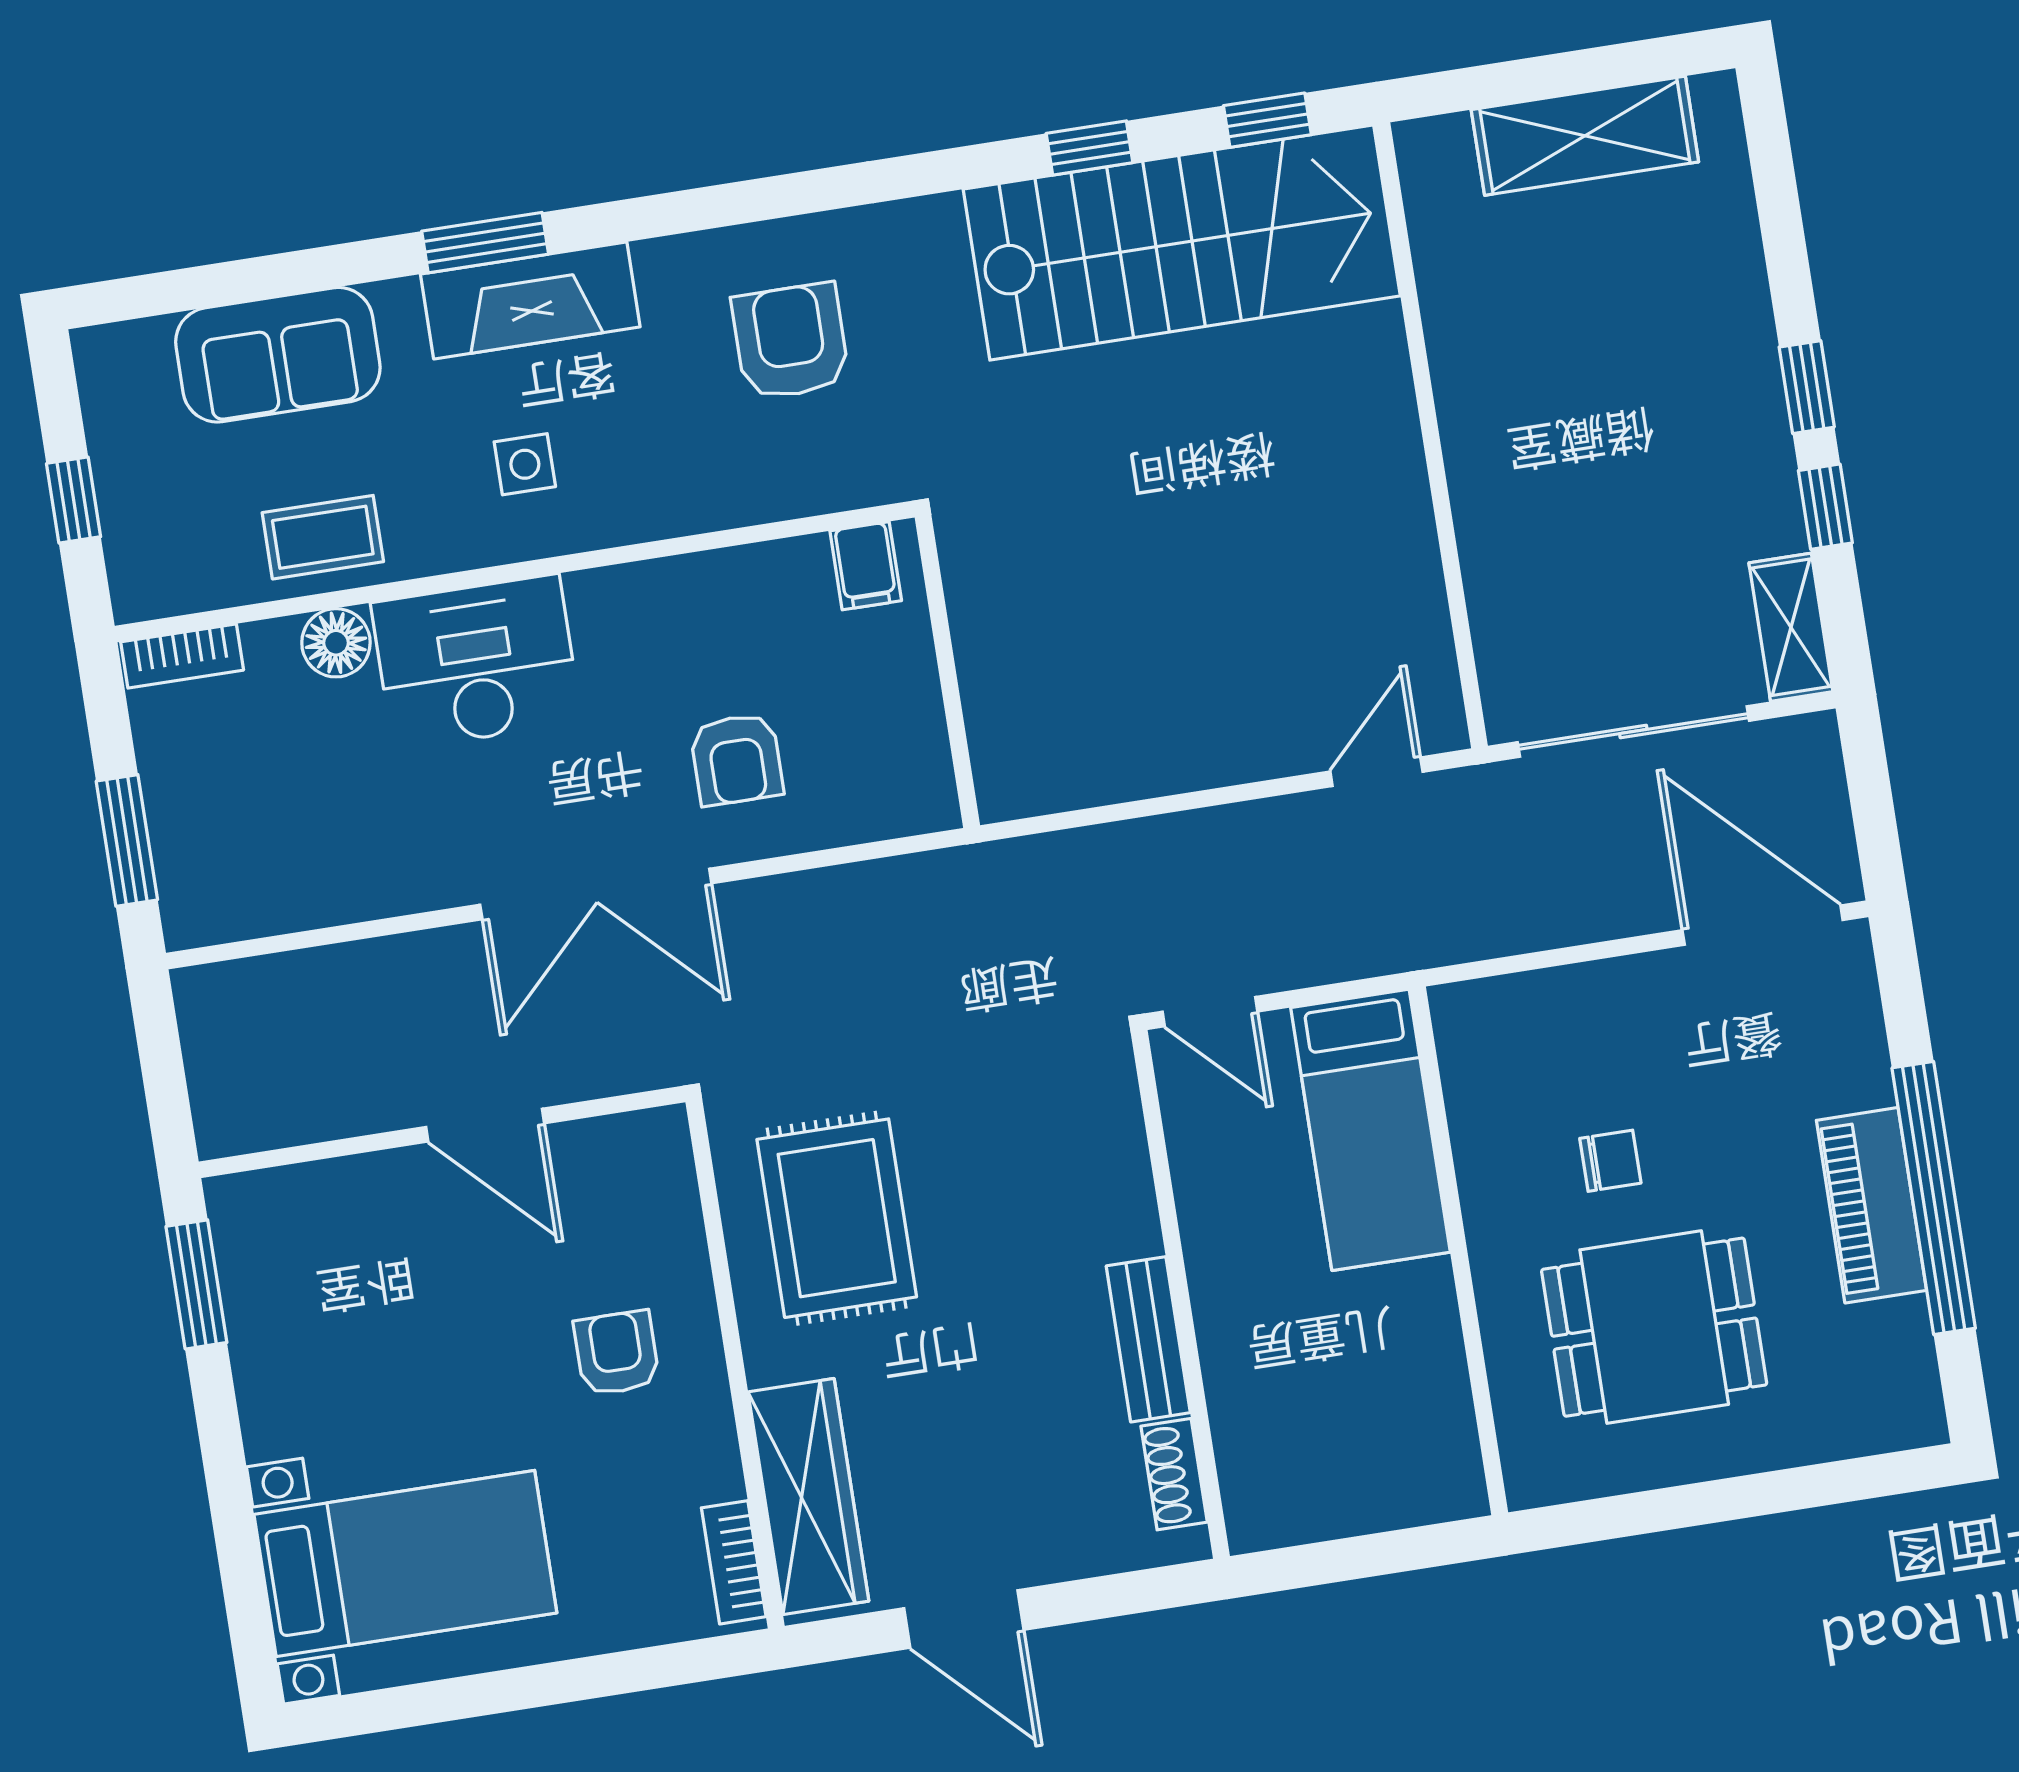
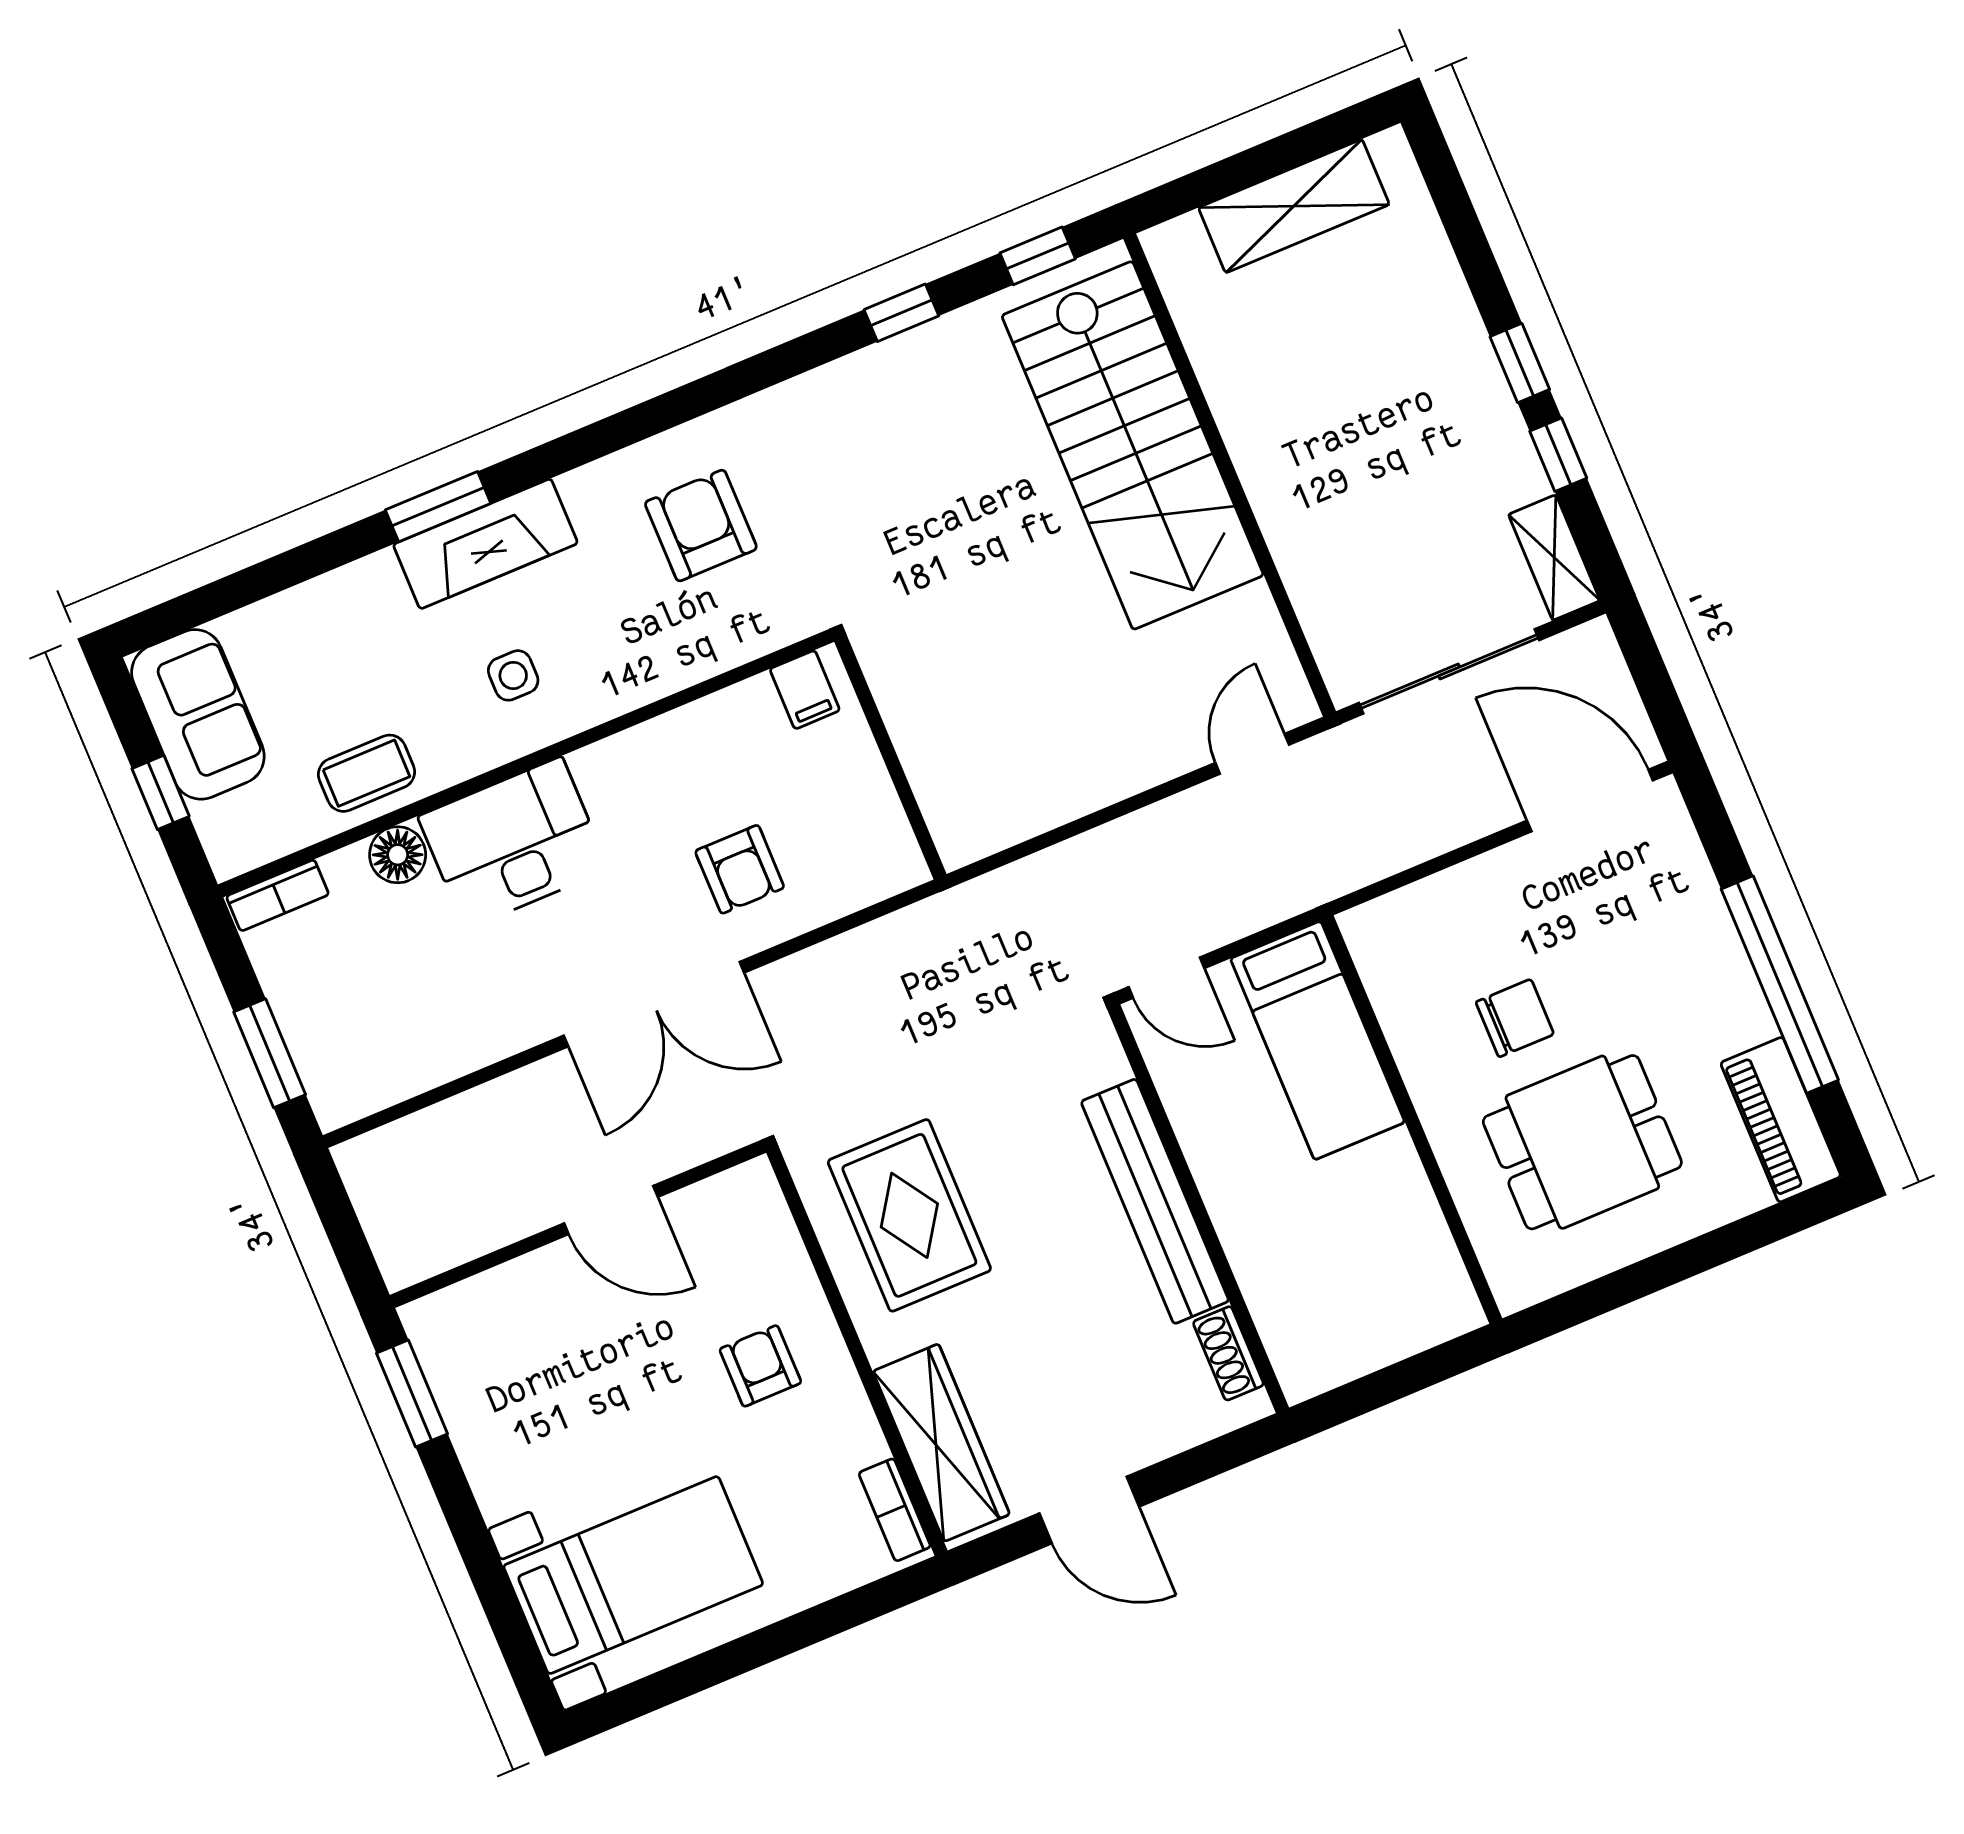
stairs: (1182, 243) -> (1133, 445), moved, turned 90
sofa: (278, 355) -> (198, 714), moved, turned -90
chair: (1610, 1161) -> (1515, 1018), width x1.37, depth x1.37
piano: (1872, 1205) -> (1781, 1120), moved
bench: (1148, 1339) -> (1155, 1201), width x1.86, depth x1.21

